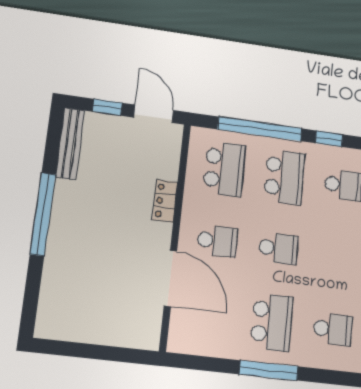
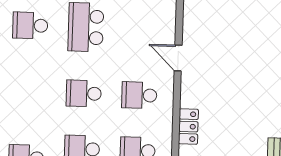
door: (170, 278) -> (178, 58), width x0.53

